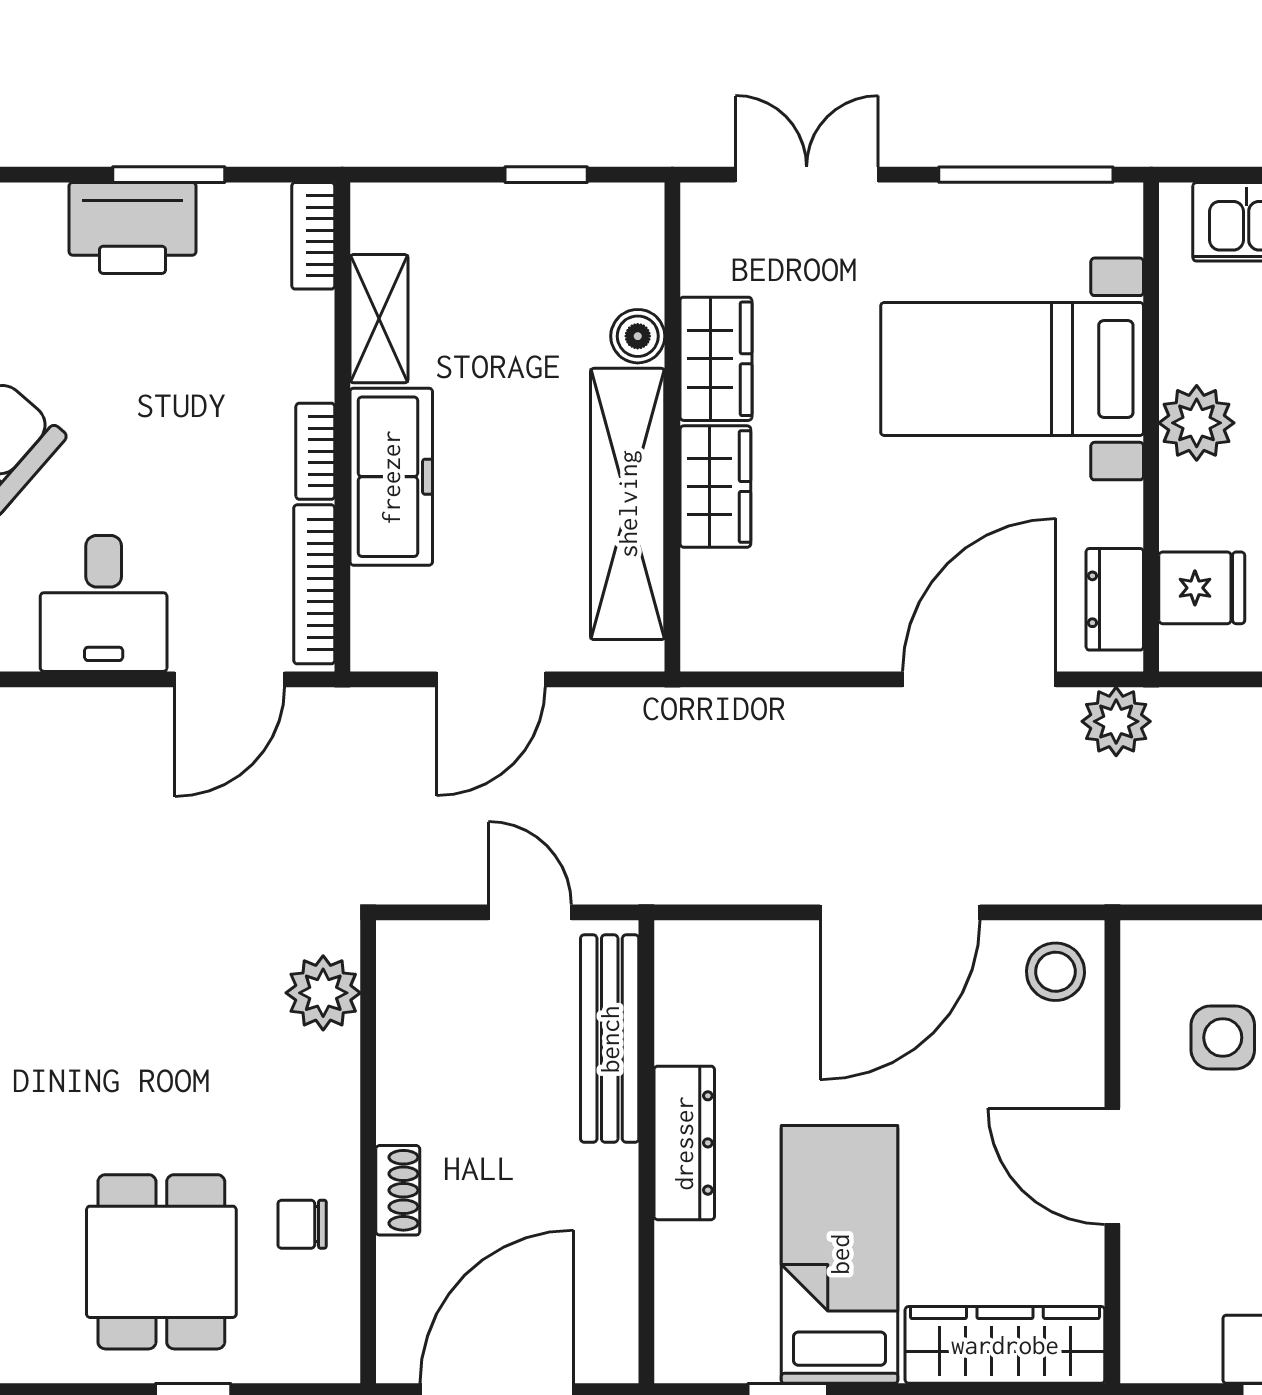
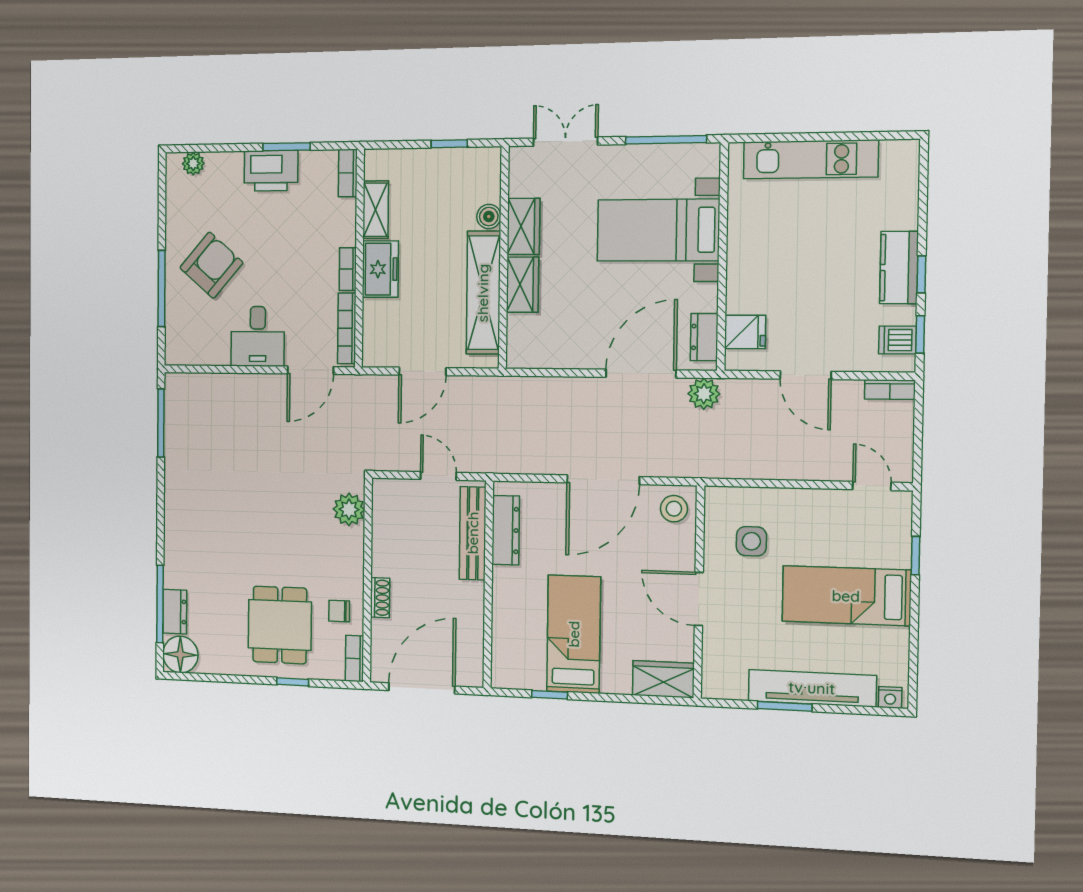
plant: (1197, 423) -> (744, 255), removed
freezer: (391, 477) -> (380, 269), width x0.71
dresser: (684, 1143) -> (506, 530), moved
bookcase: (339, 1331) -> (355, 659), added
wardrobe: (1005, 1345) -> (663, 679), width x0.67

